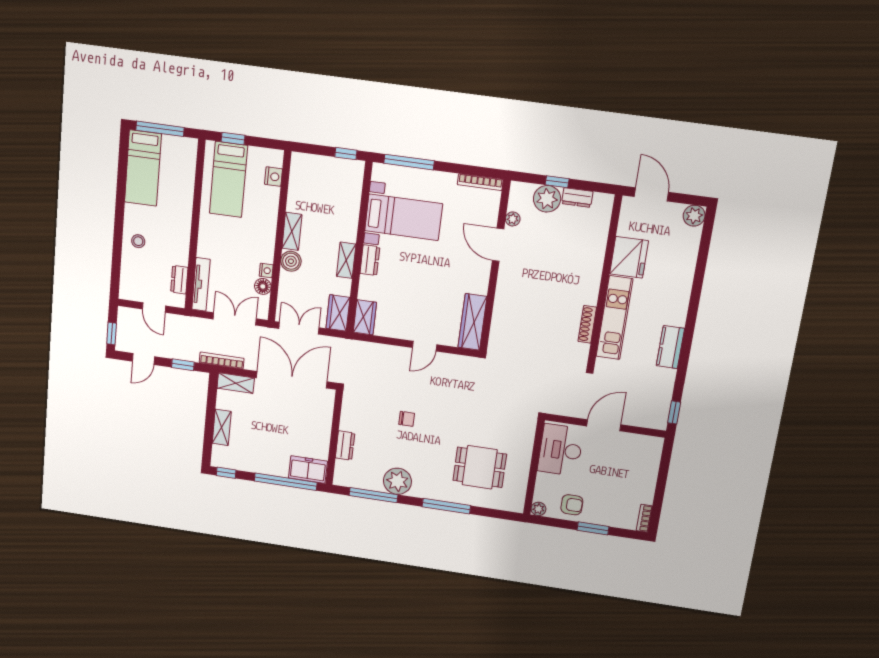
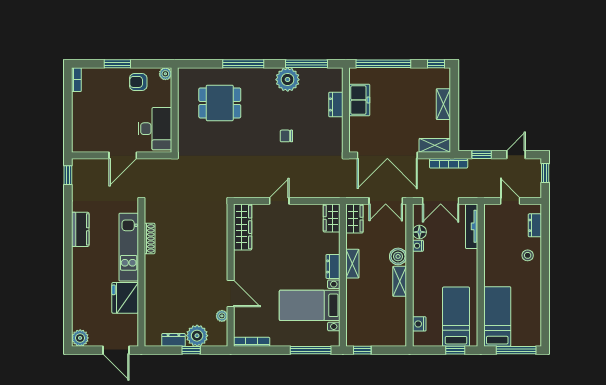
bed: (143, 168) -> (497, 316), moved
dresser: (179, 280) -> (535, 225), moved, turned 180
freezer: (308, 470) -> (359, 100), moved, turned -90

